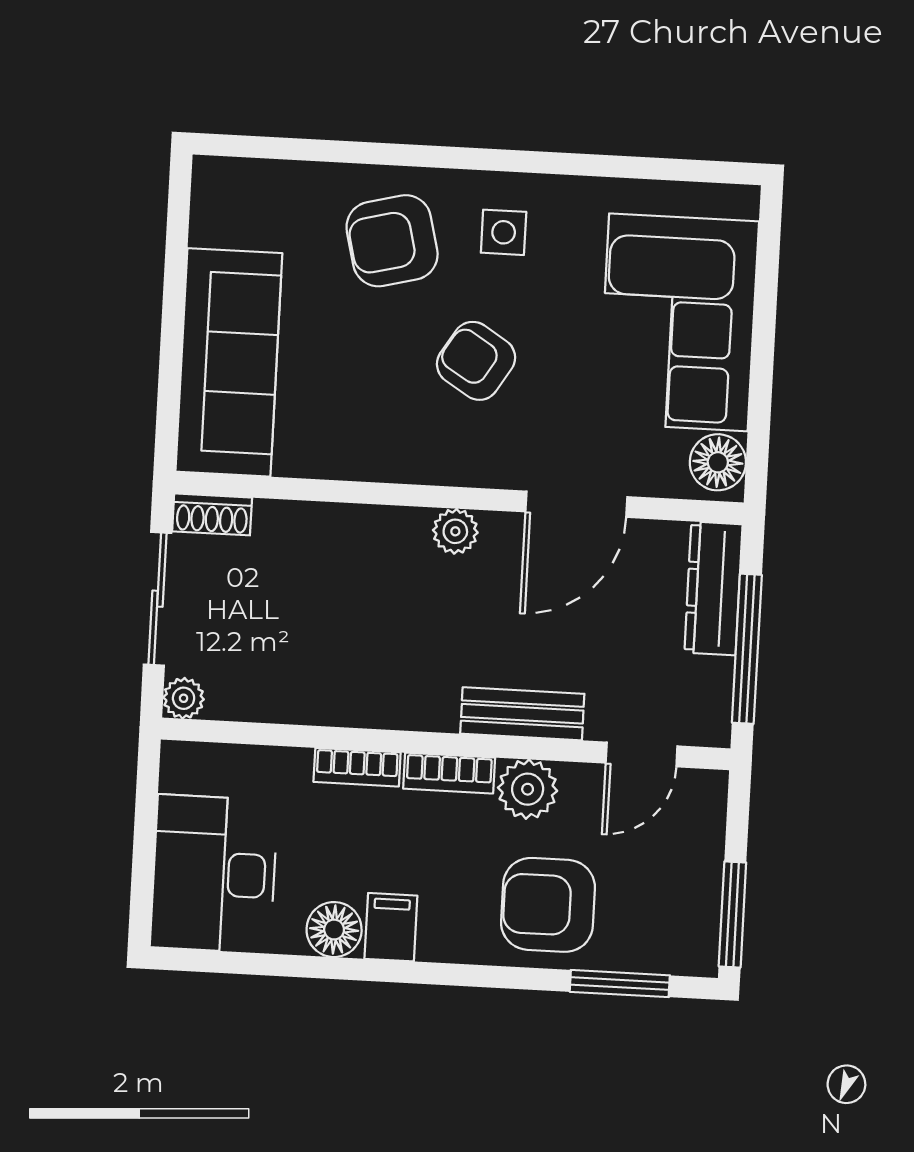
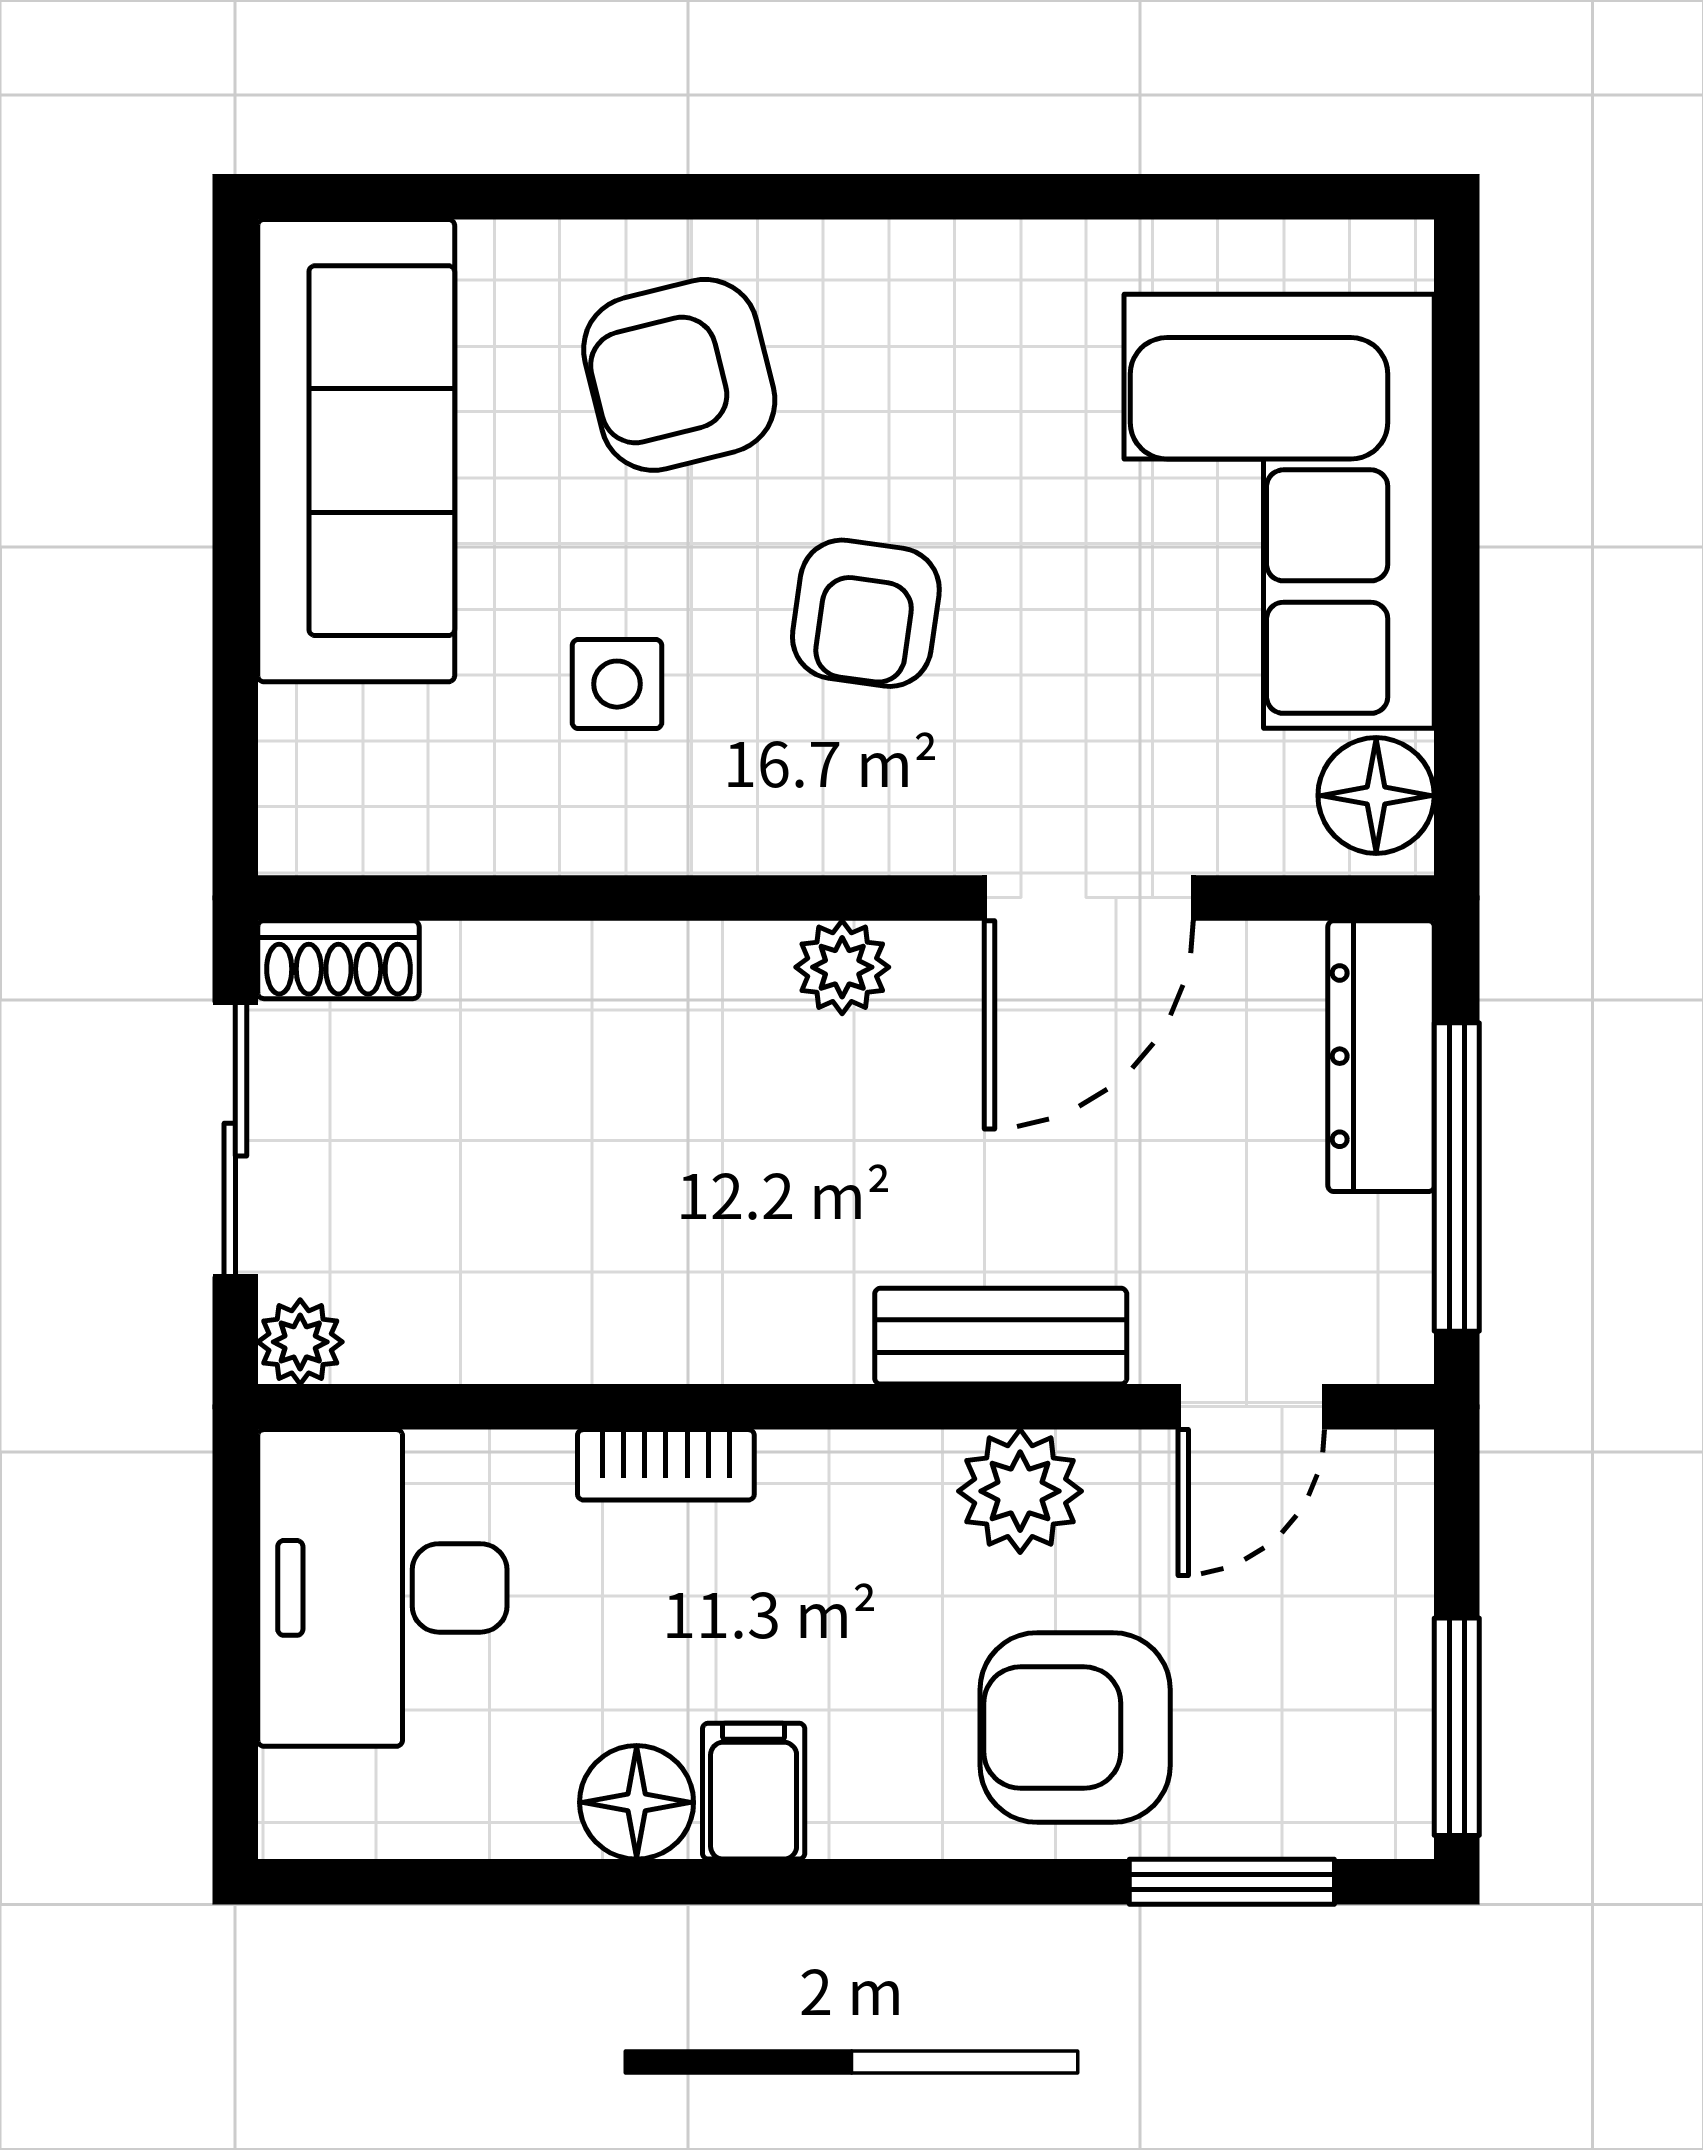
side table: (504, 232) -> (617, 684), moved
armchair: (476, 361) -> (866, 613), turned -114
sofa: (229, 362) -> (356, 451), moved
bookcase: (449, 773) -> (856, 1467), removed
desk: (214, 874) -> (382, 1588), moved

